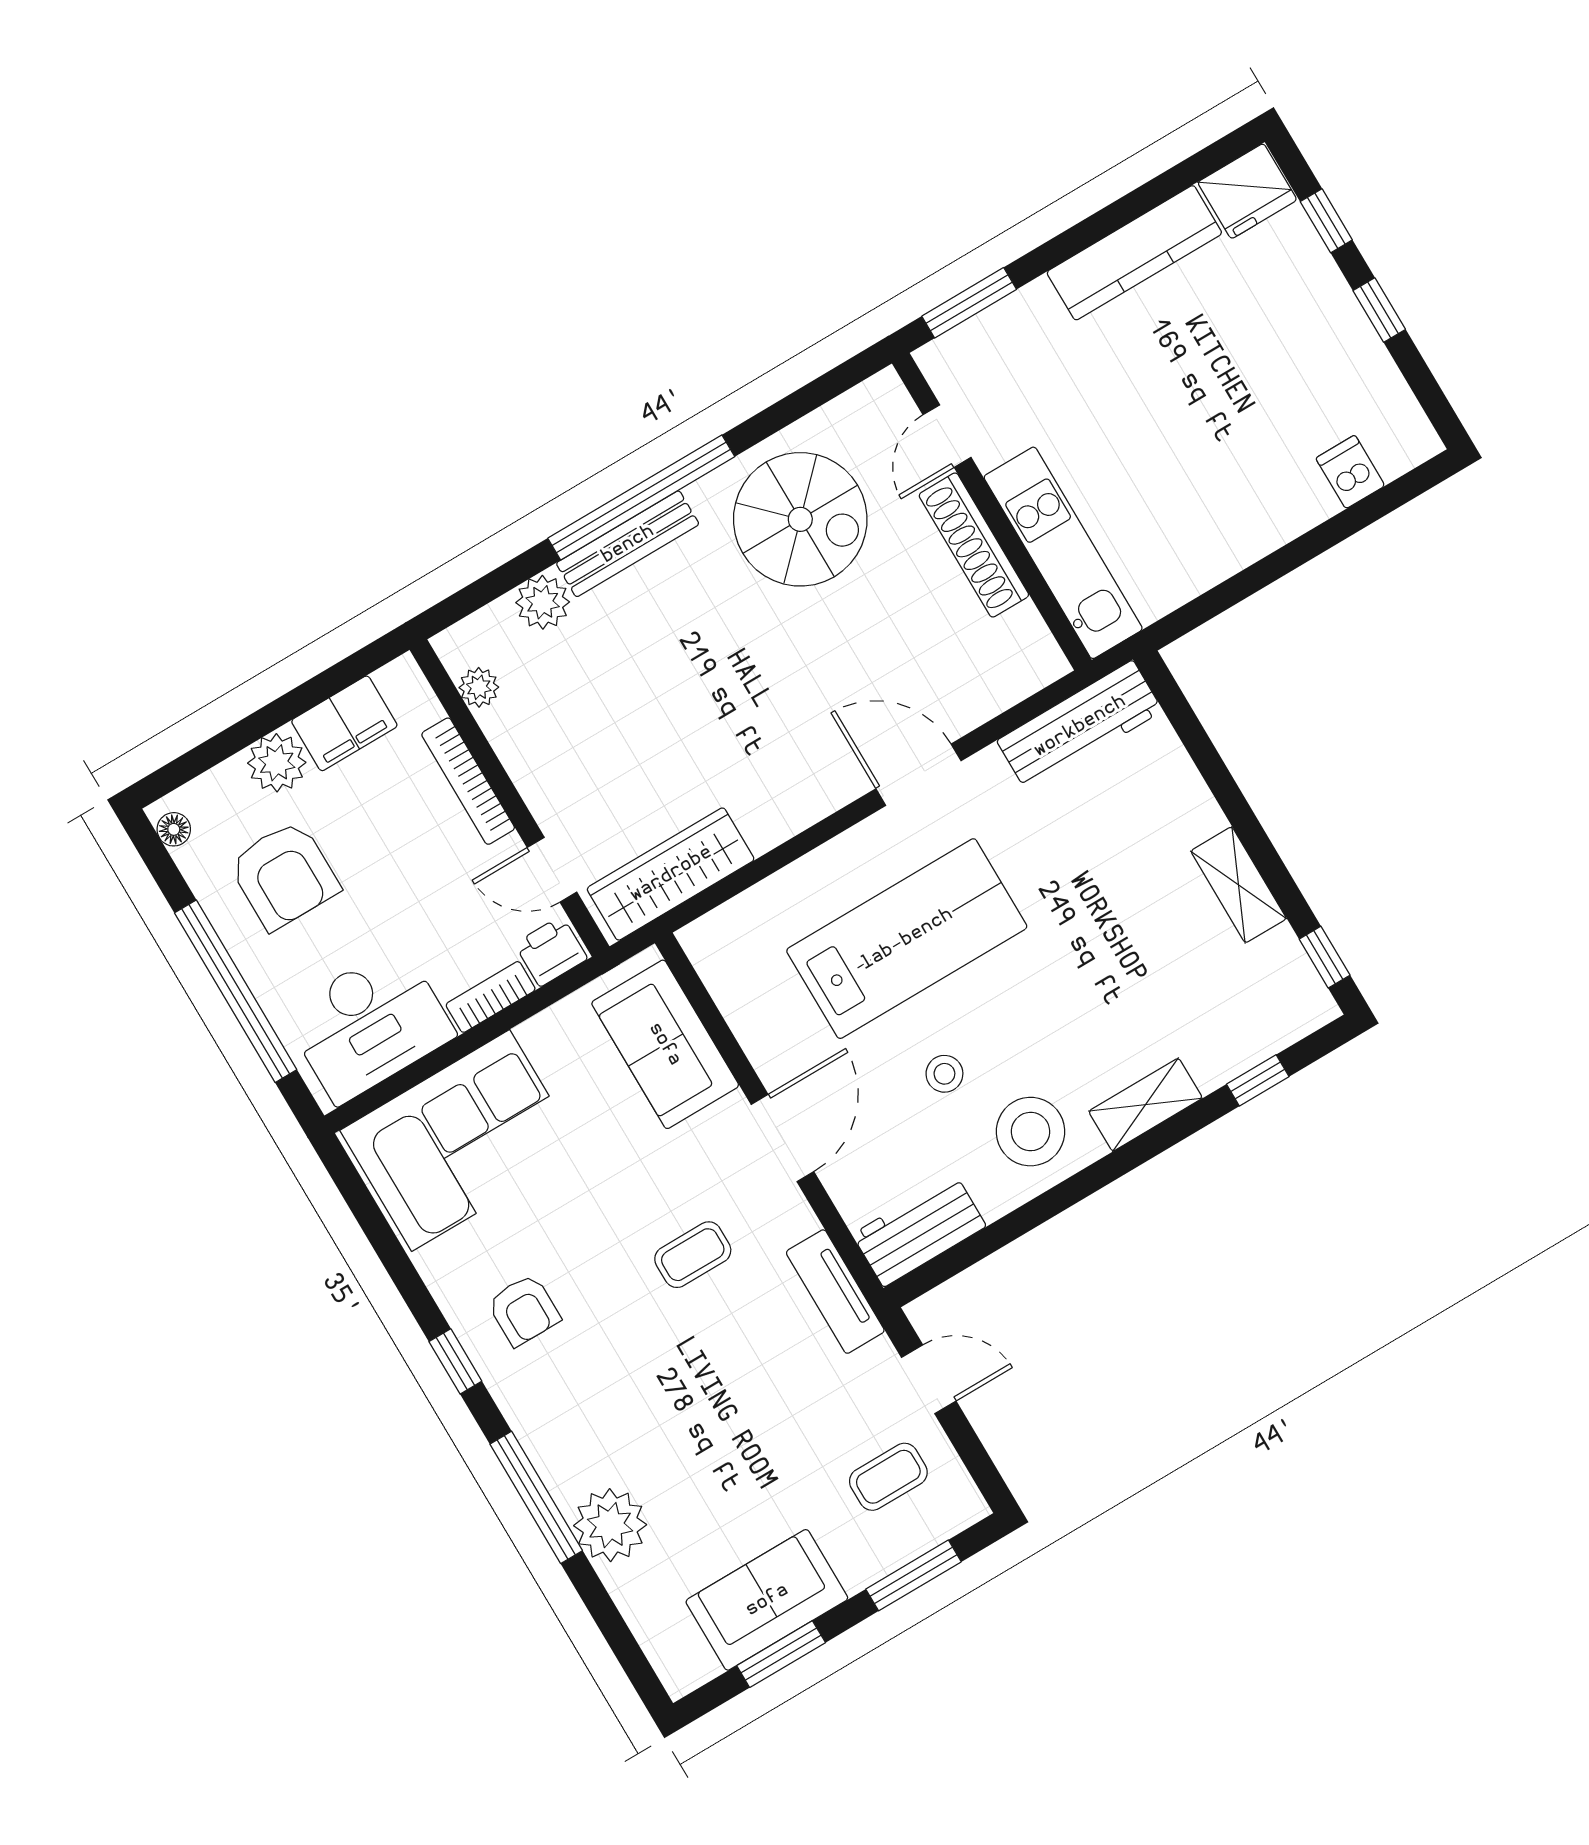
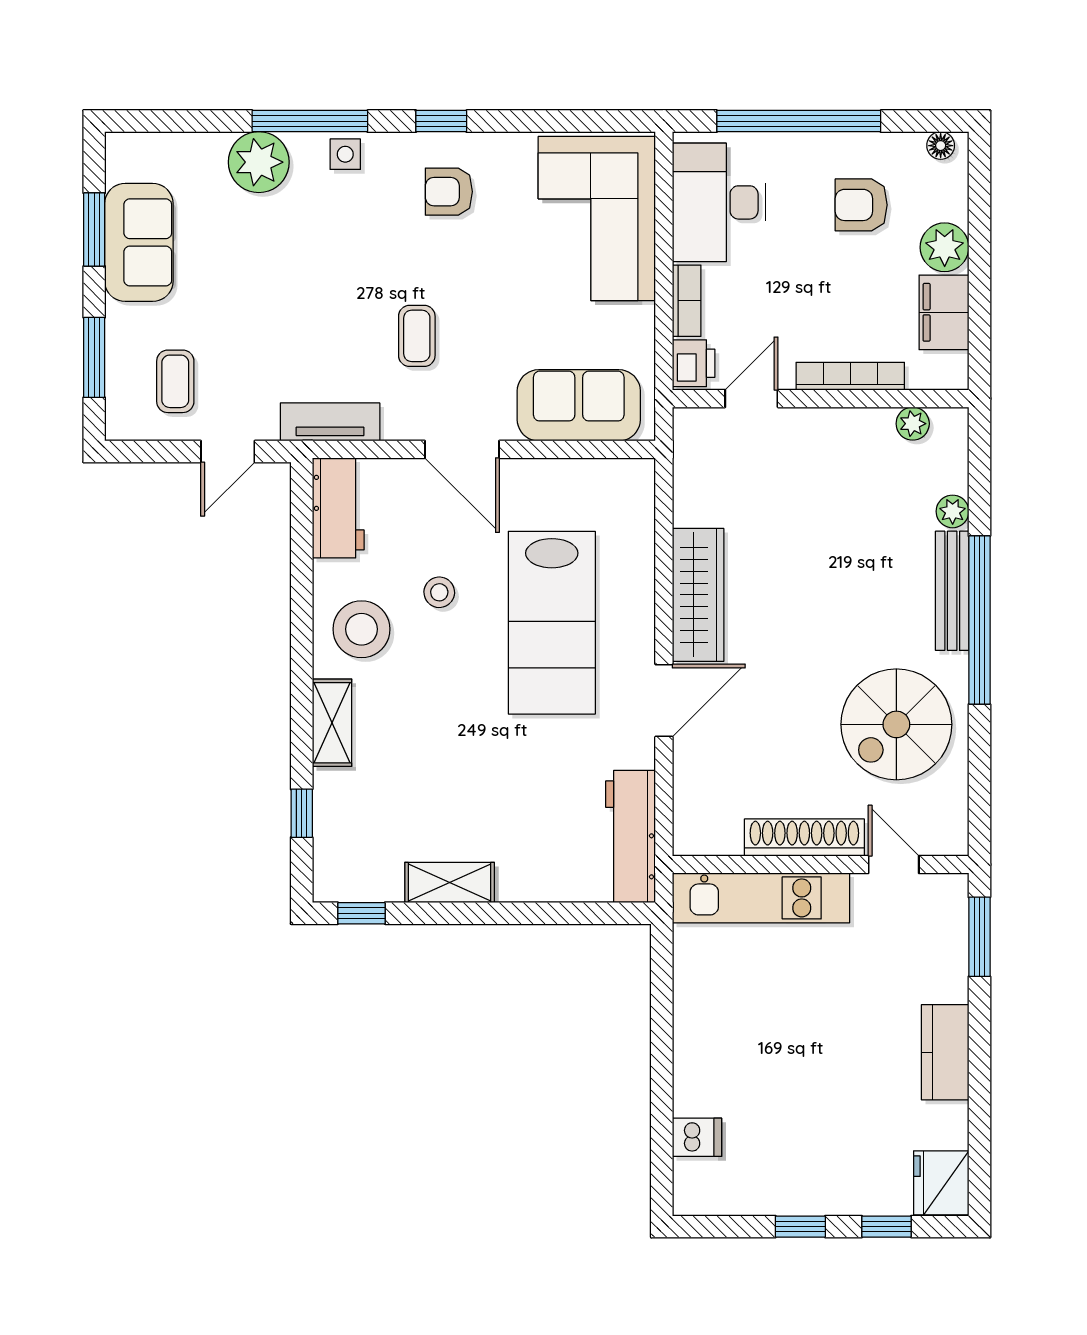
kitchen counter: (1134, 253) -> (945, 1052), width x0.67
plant: (543, 602) -> (953, 511), width x0.73, depth x0.73
wardrobe: (671, 874) -> (698, 595), moved
armchair: (284, 875) -> (861, 205), width x0.72, depth x0.72
side table: (549, 1440) -> (345, 154), added

